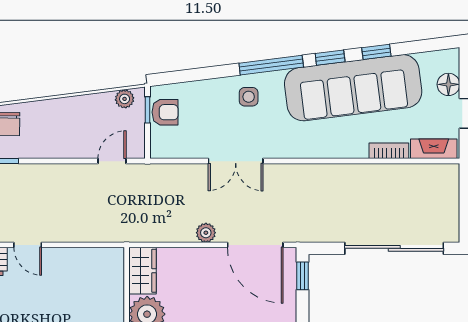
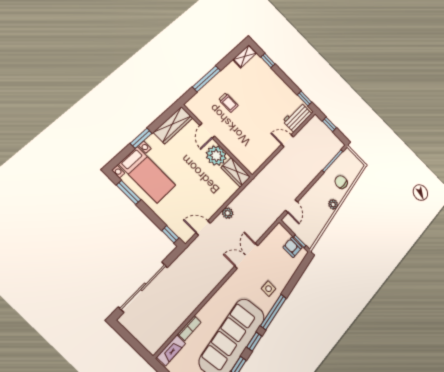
plant: (125, 99) -> (333, 204), moved
armchair: (165, 112) -> (293, 247), turned 90
door: (255, 245) -> (203, 228), width x0.53

